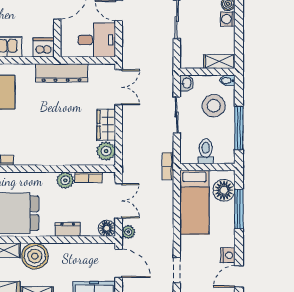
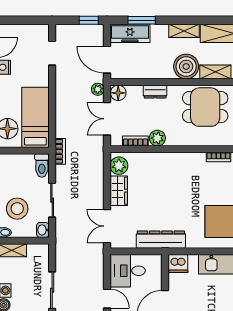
toilet: (206, 151) -> (42, 165), moved

